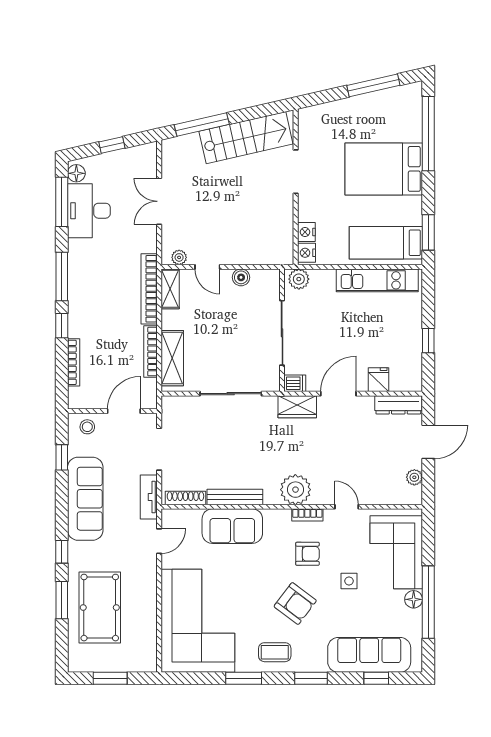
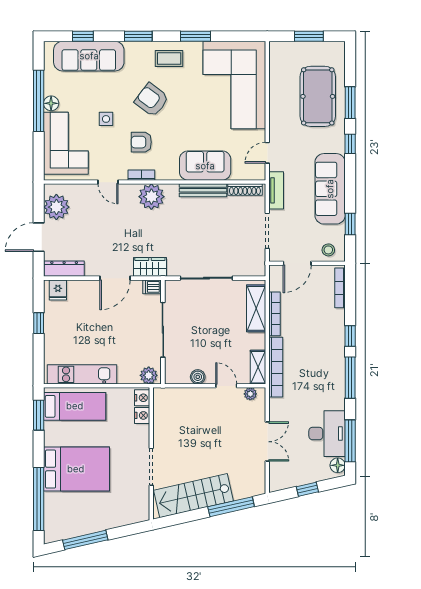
bookcase: (74, 362) -> (340, 288), moved
fridge: (378, 380) -> (58, 290), moved
plant: (414, 477) -> (56, 207), width x1.88, depth x1.88

